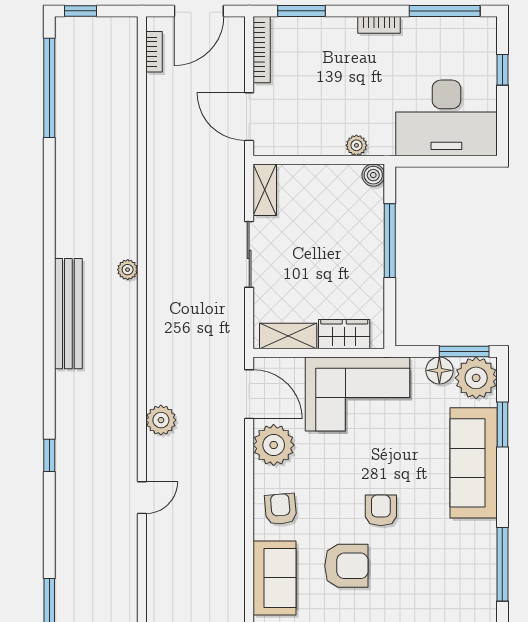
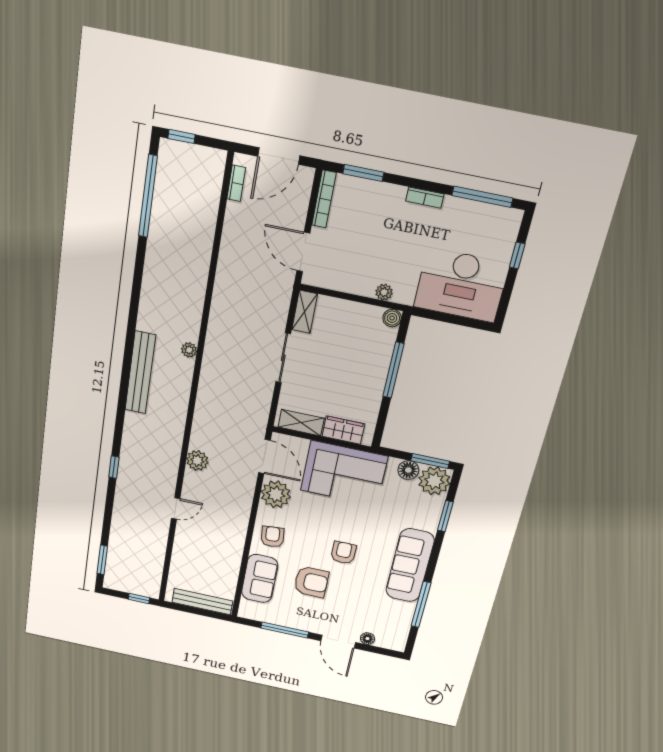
sofa: (474, 463) -> (410, 565), moved

